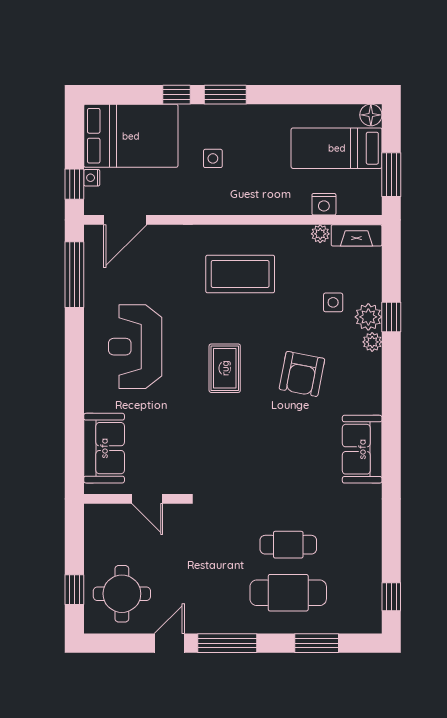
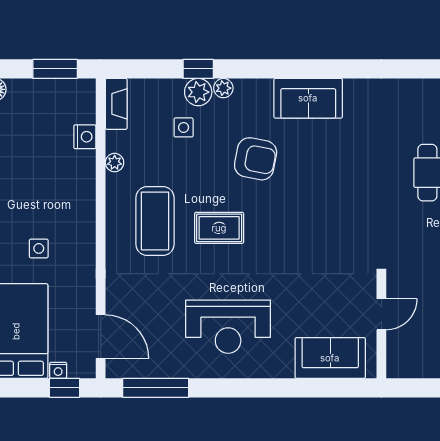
bed: (337, 148) -> (28, 124), removed
plant: (320, 234) -> (115, 163), moved
rug: (225, 368) -> (219, 228), moved
sofa: (362, 449) -> (308, 98), moved

